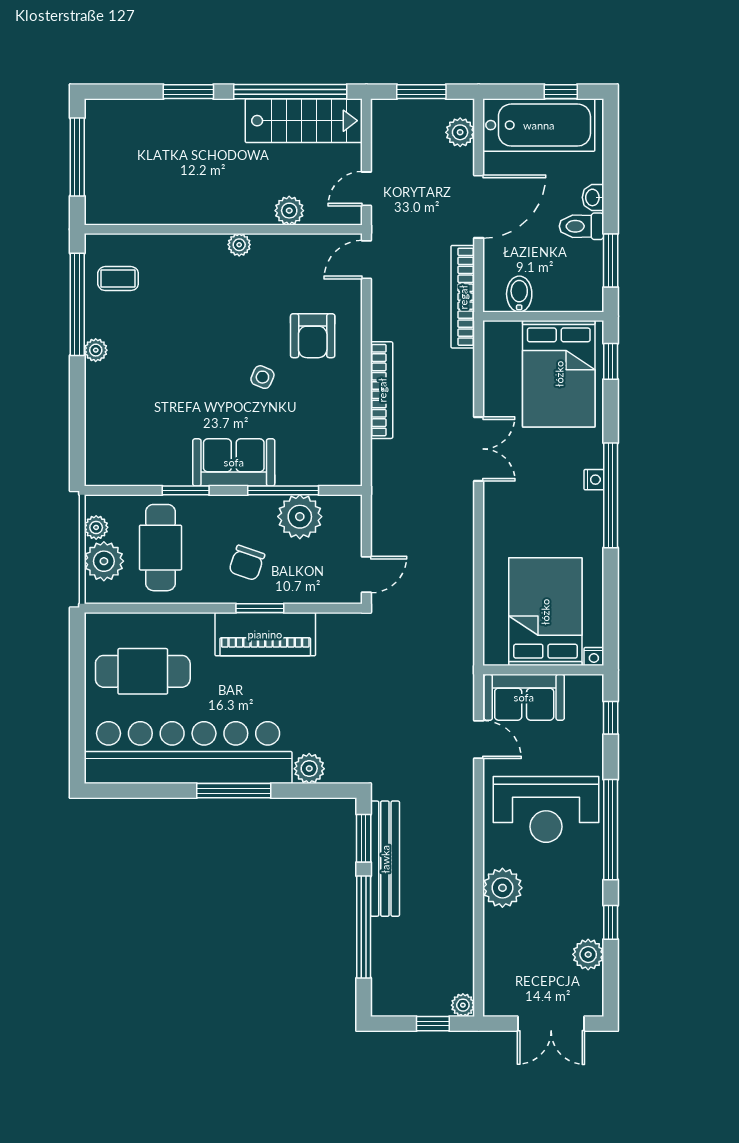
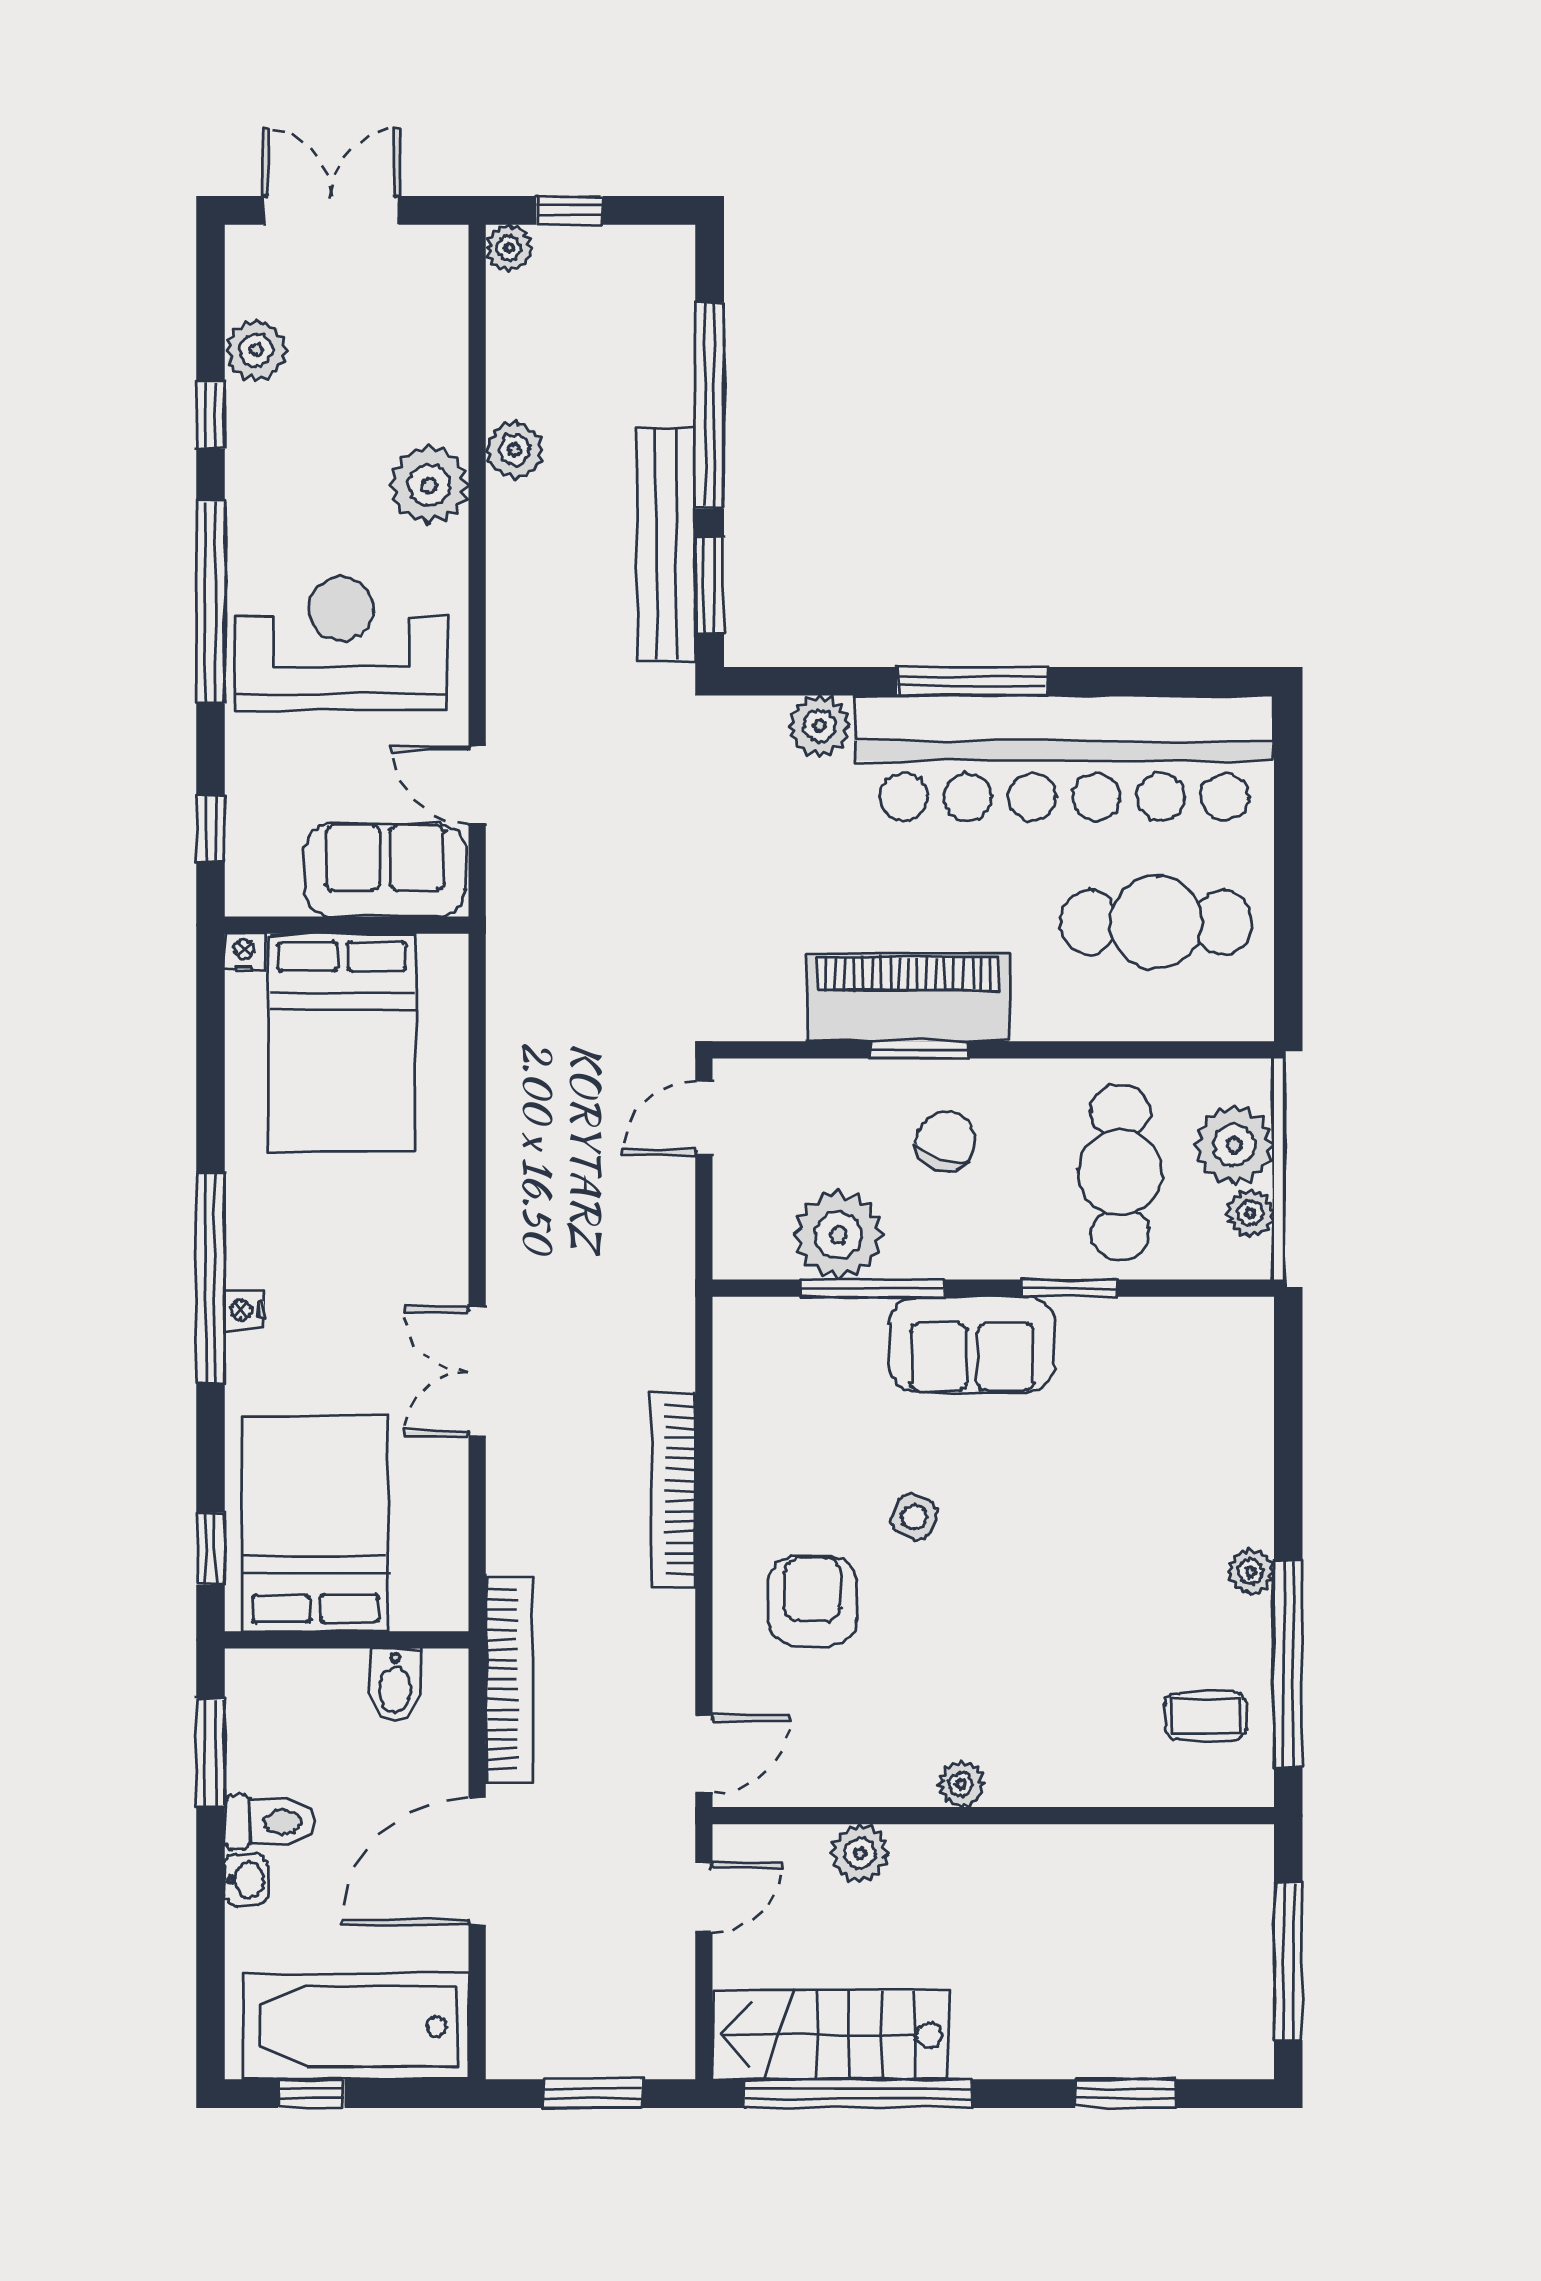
window: (188, 92) -> (1126, 2094), moved
plant: (460, 132) -> (515, 450), moved

